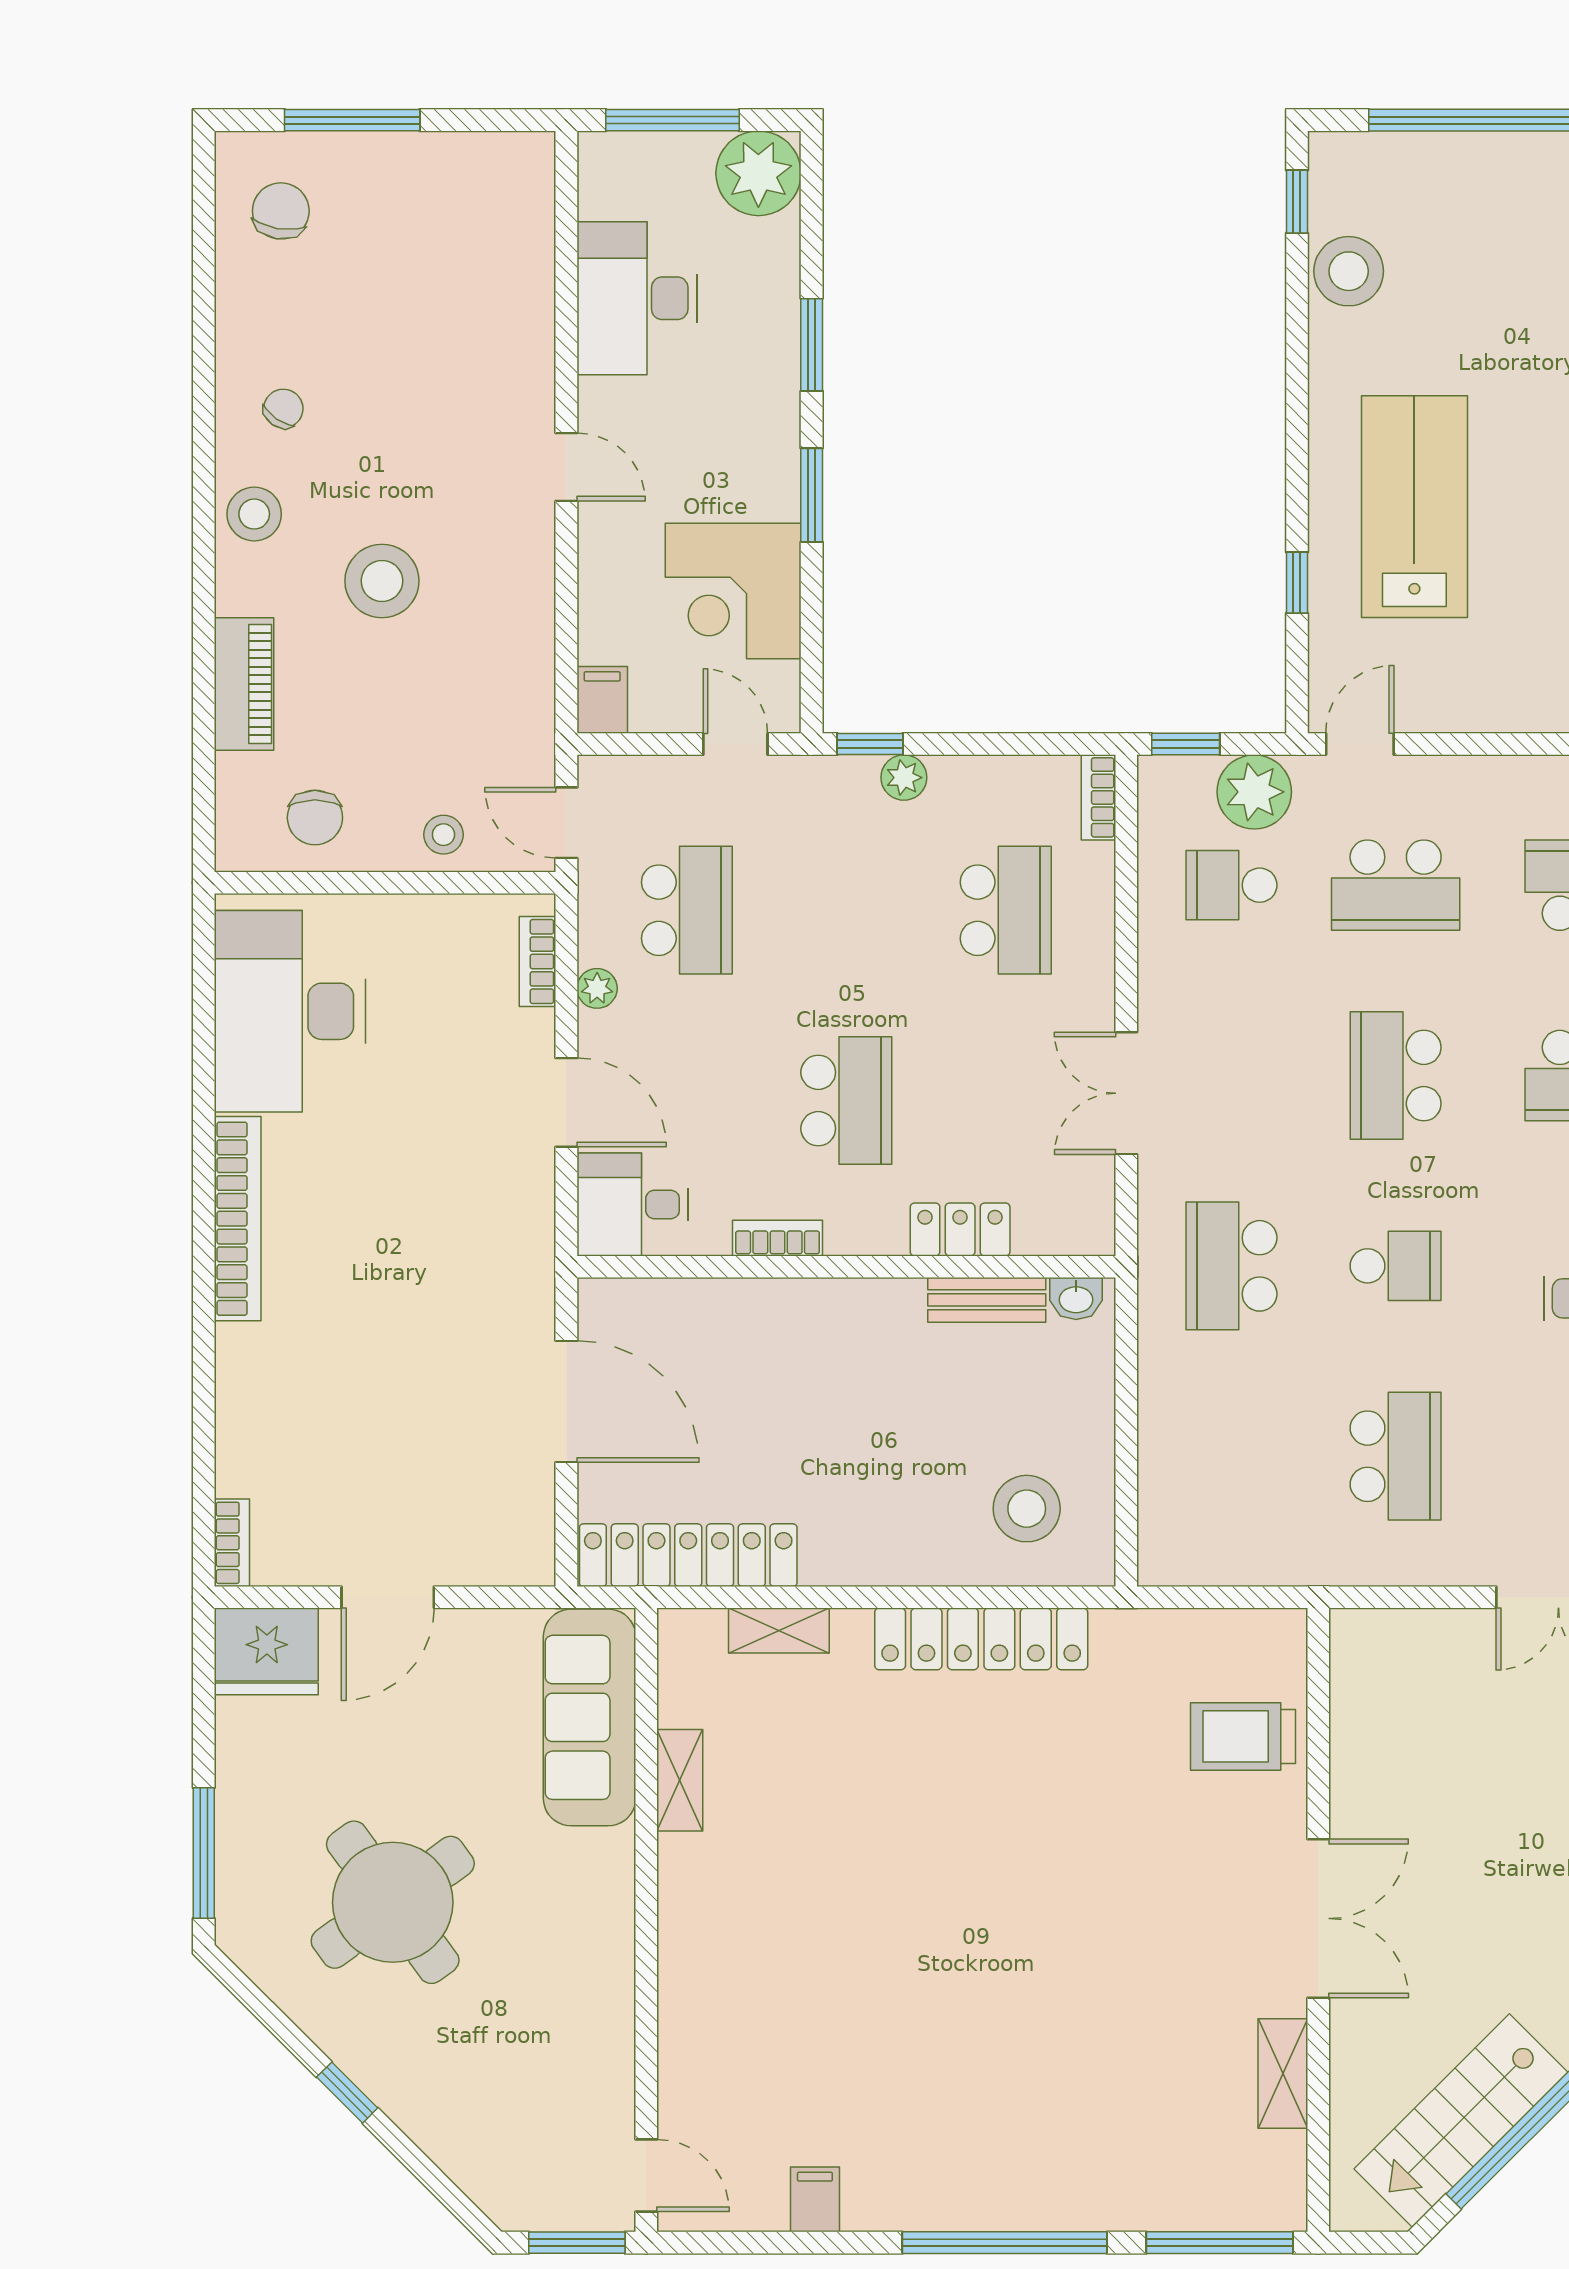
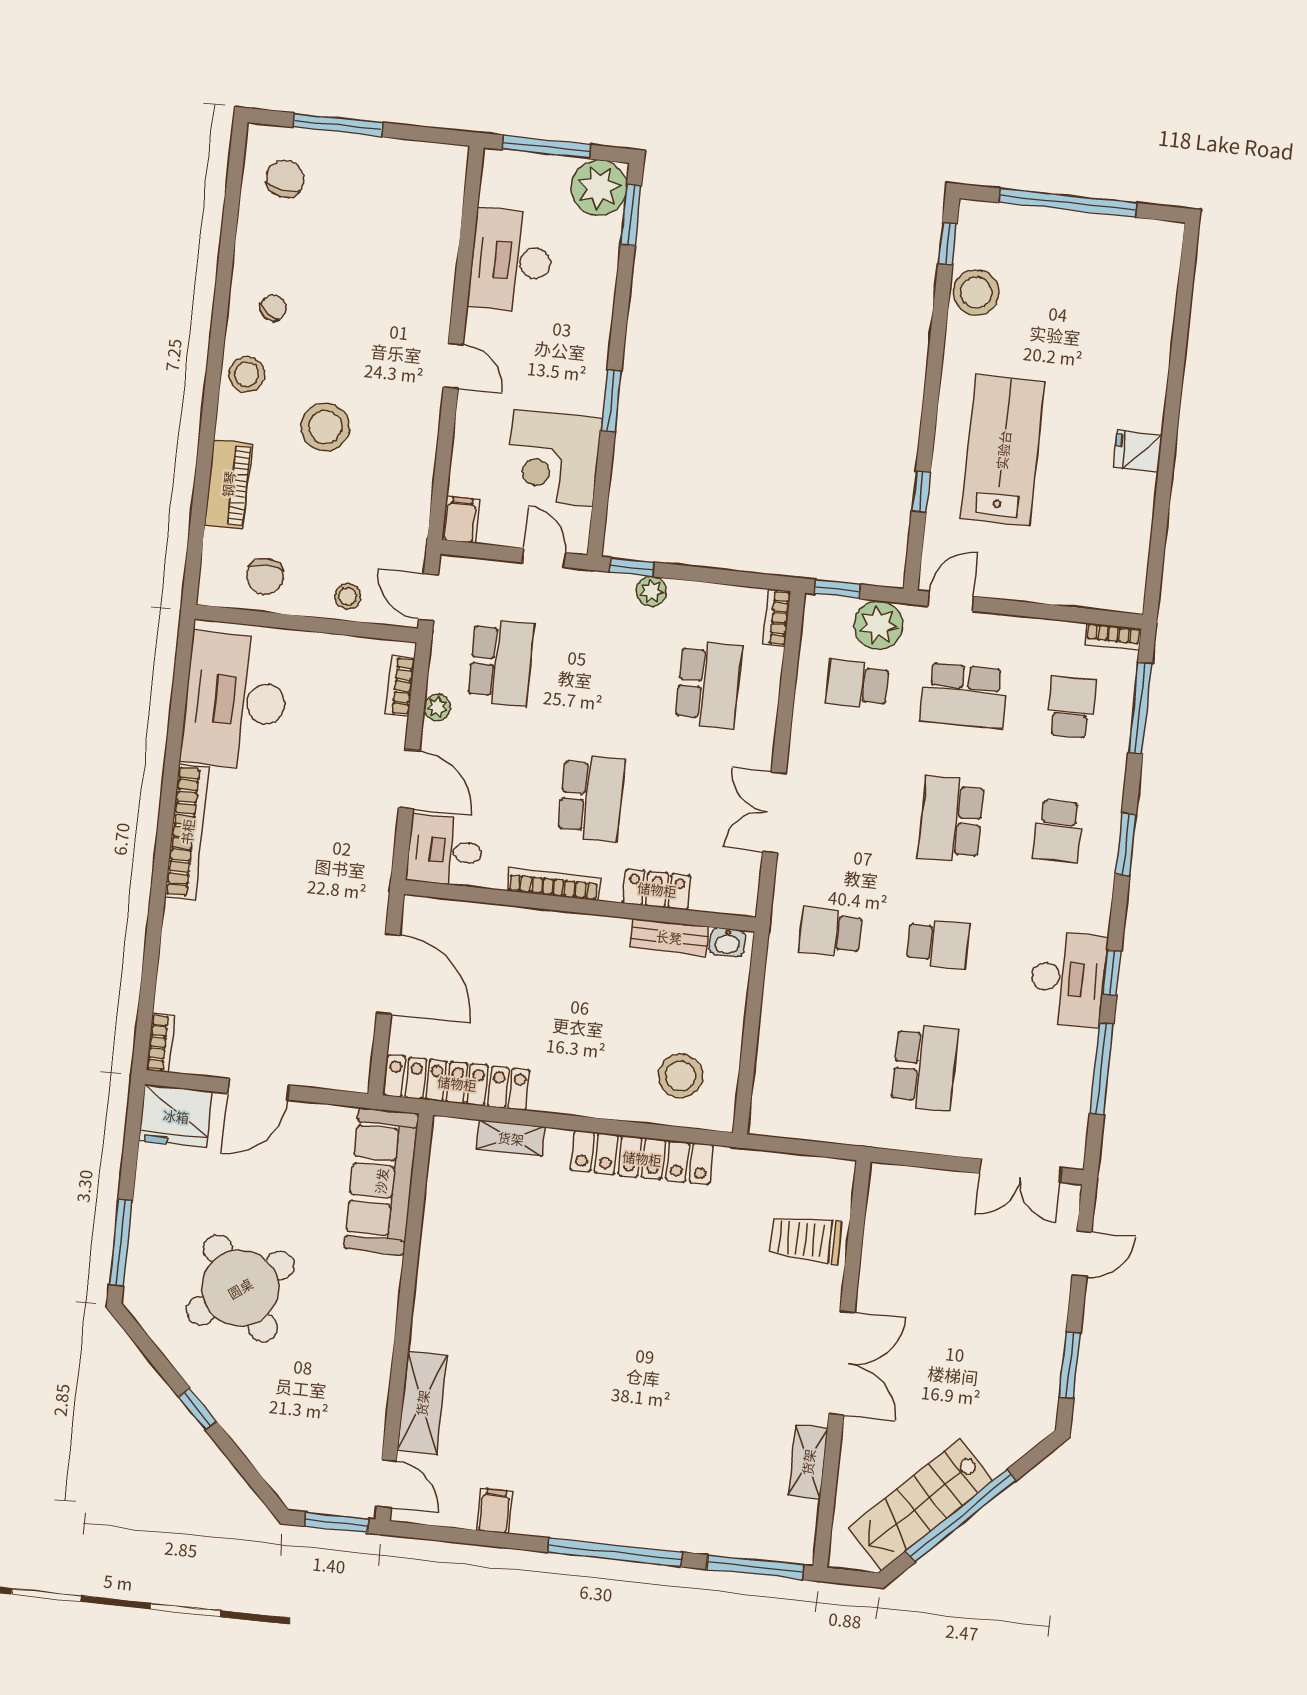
window: (812, 345) -> (631, 215), moved
bookcase: (778, 1238) -> (554, 884), width x1.56
school desk: (1231, 1266) -> (831, 932), width x0.54
shelving: (680, 1780) -> (422, 1403), moved, width x1.50, depth x1.33

